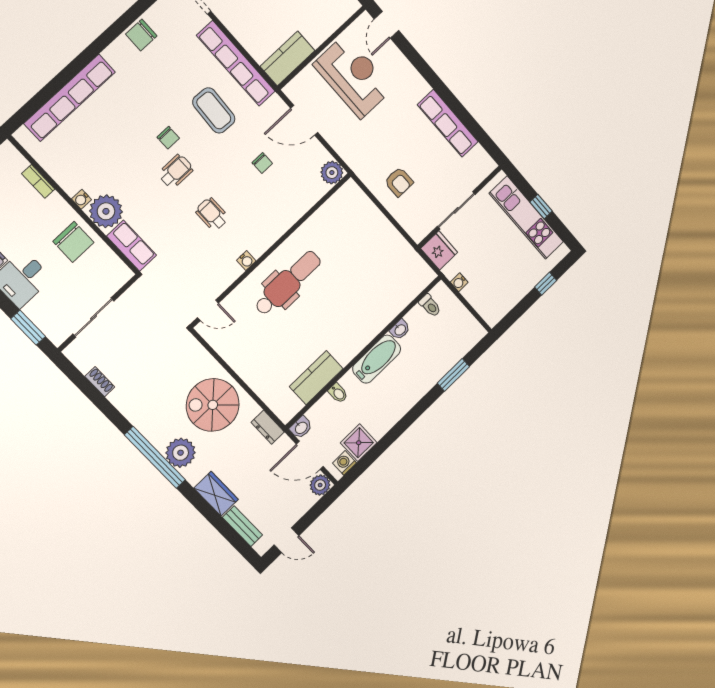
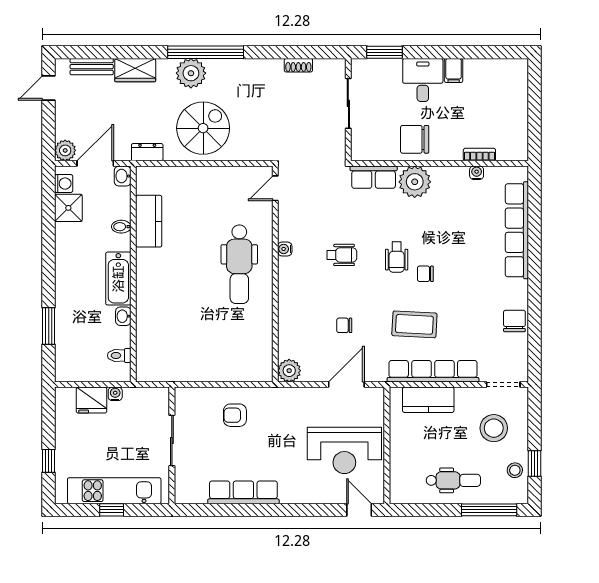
kitchen counter: (287, 59) -> (428, 400), moved, turned 90
water cooler: (81, 199) -> (477, 173), moved
fridge: (439, 250) -> (91, 400), moved

